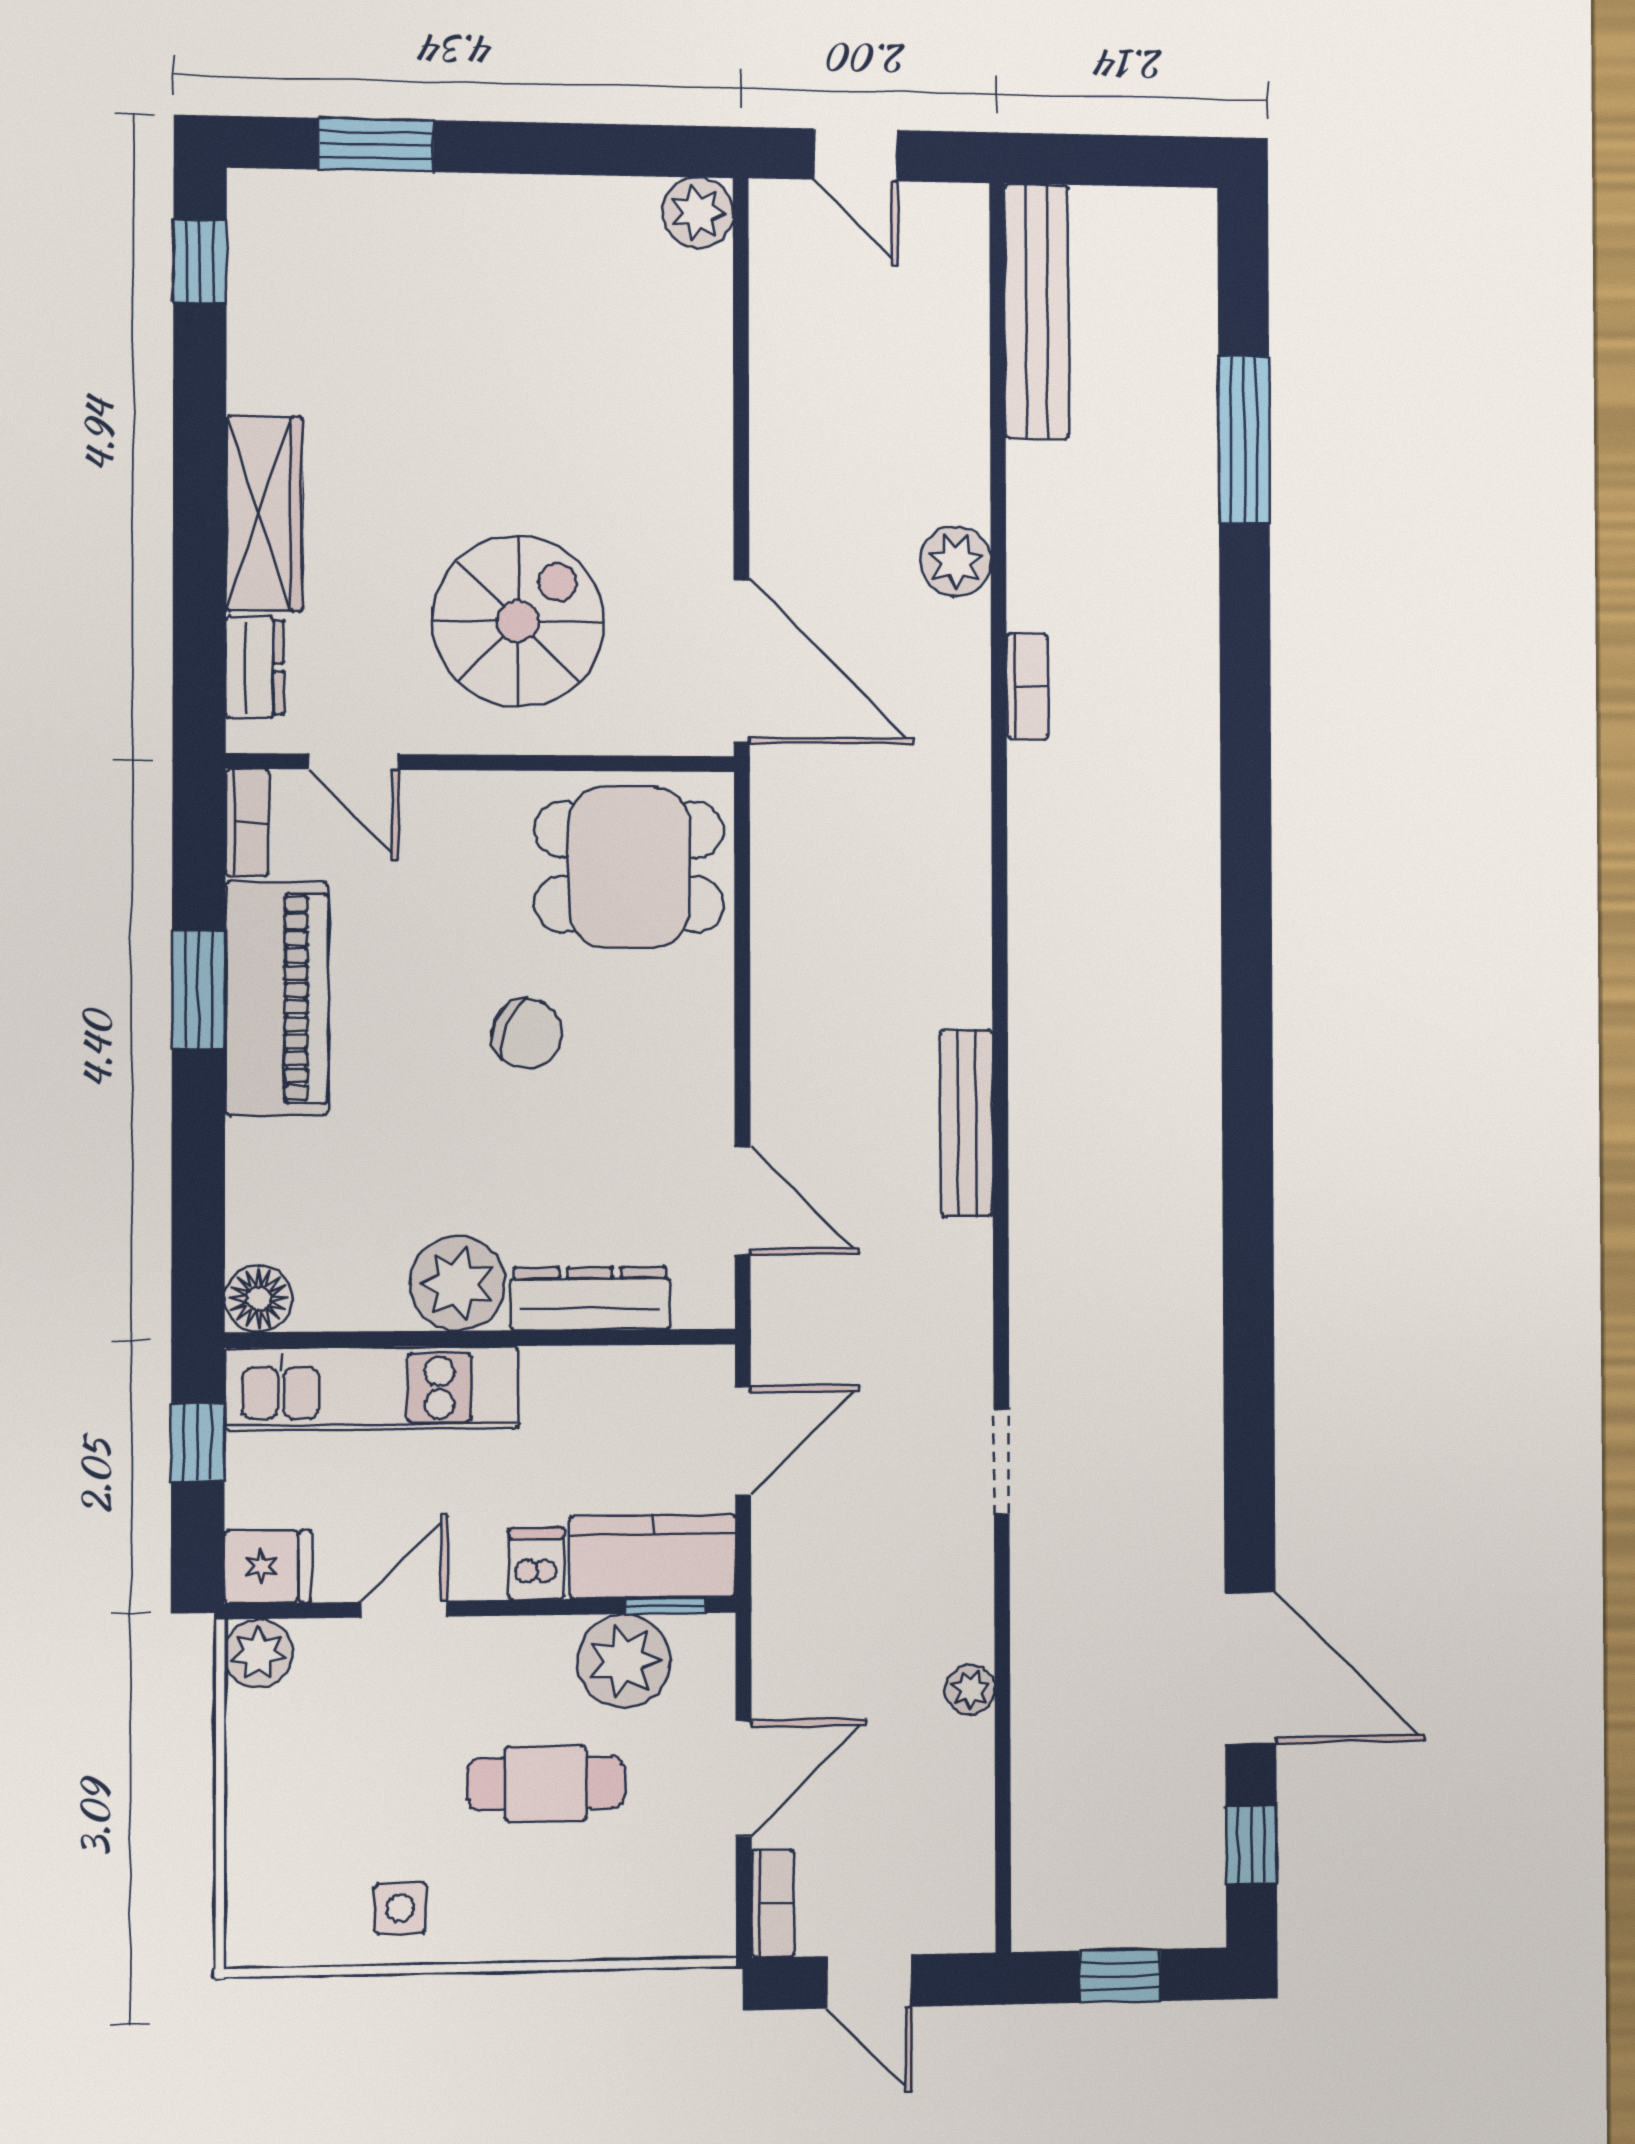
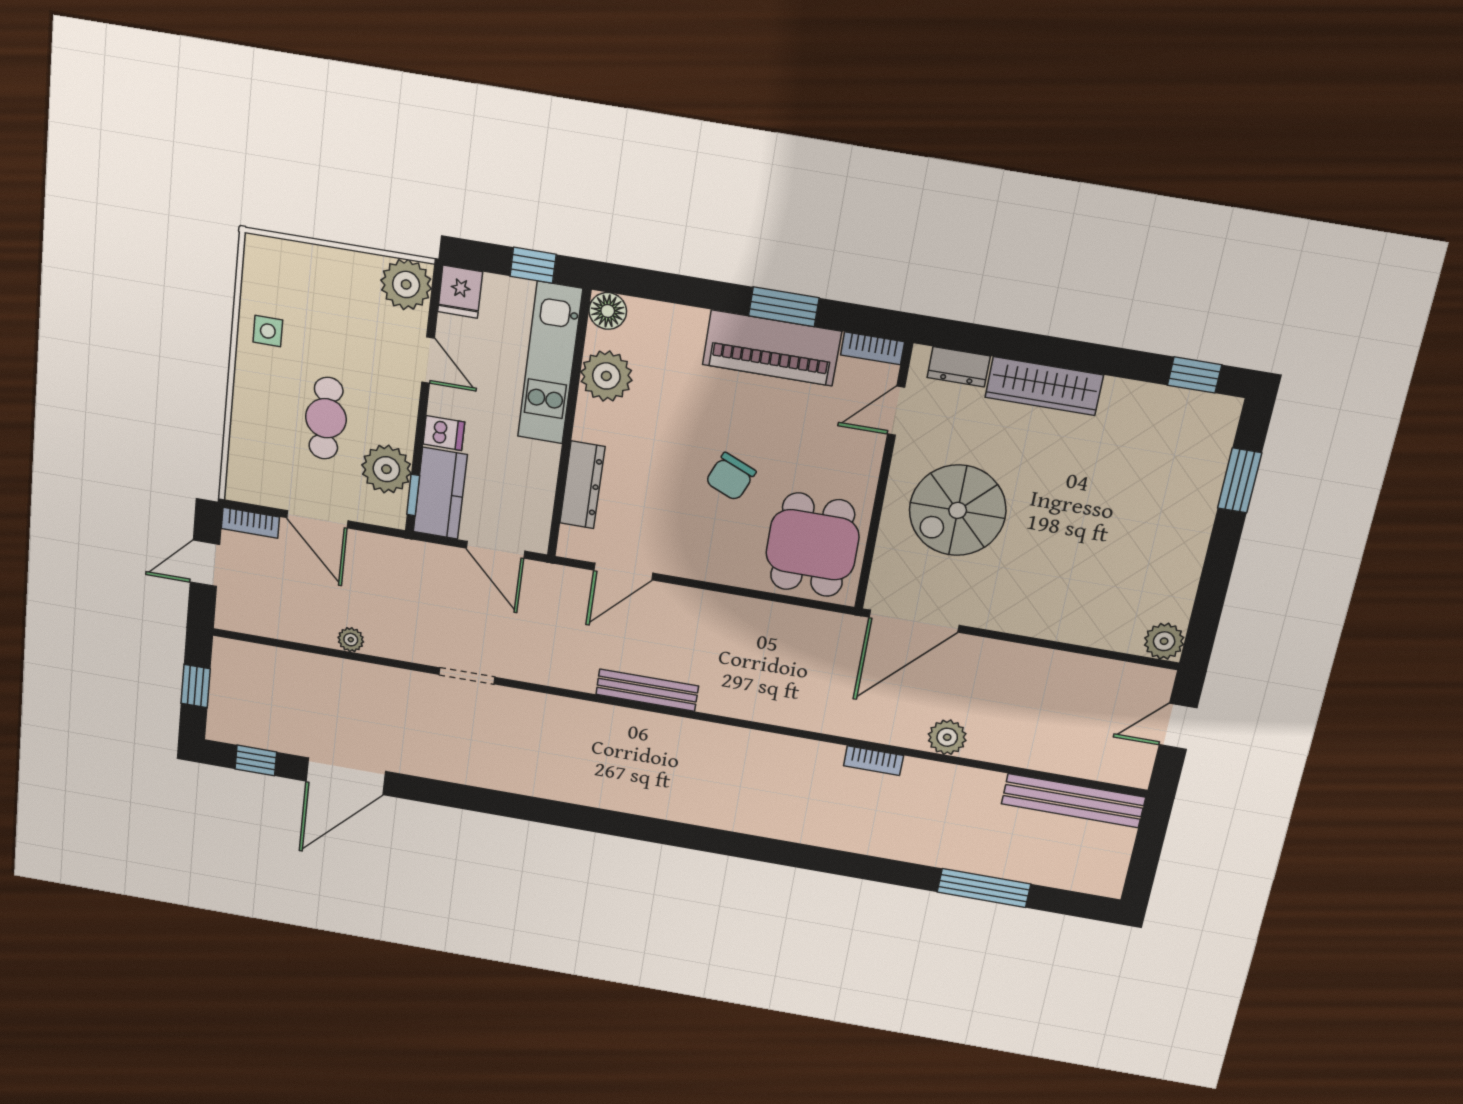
spiral stairs: (518, 621) -> (958, 510), turned 90
plant: (458, 1283) -> (606, 376), moved
plant: (259, 1653) -> (406, 284), width x1.36, depth x1.36

